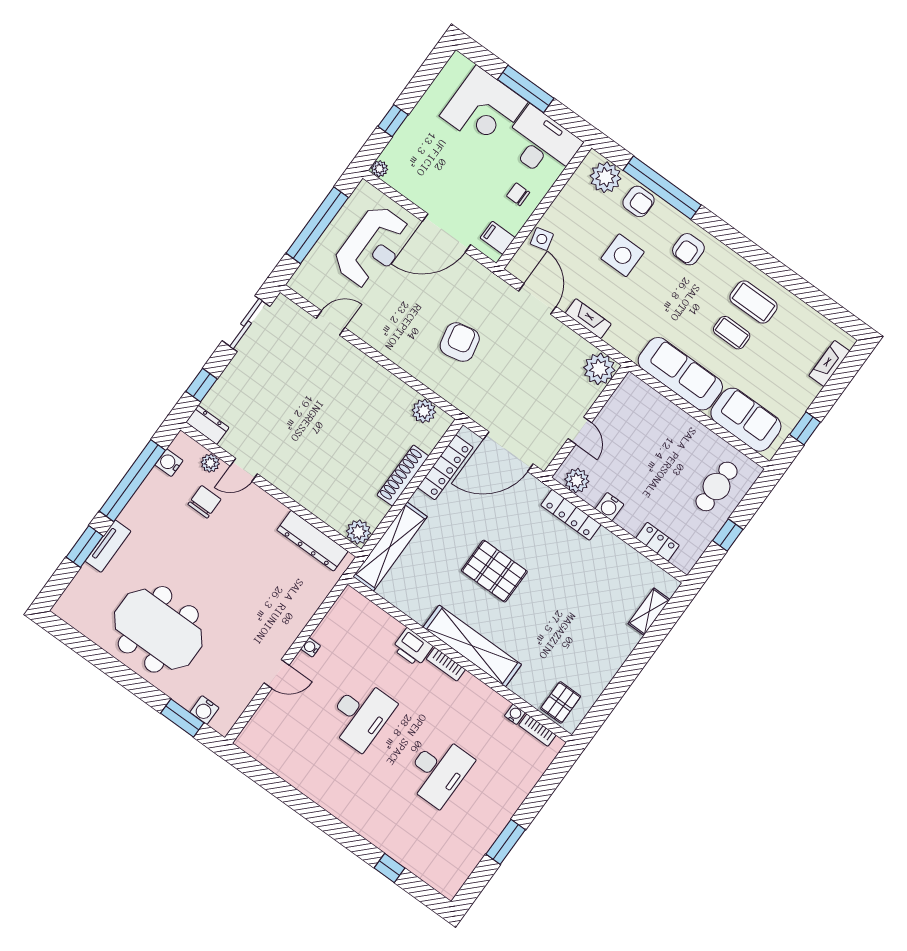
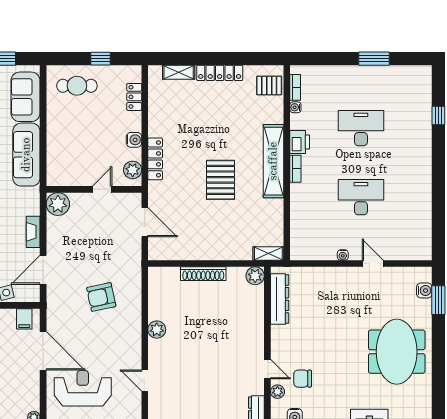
plant: (424, 411) -> (157, 330), moved
door: (508, 452) -> (145, 222), width x0.73
locker: (445, 467) -> (220, 73), moved, turned 180
shelving: (390, 546) -> (268, 253), width x0.45, depth x0.75
printer: (412, 647) -> (300, 142), moved

